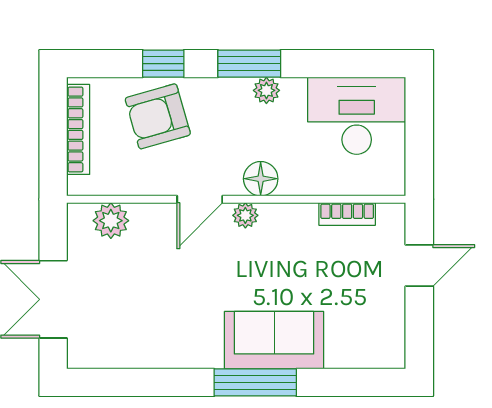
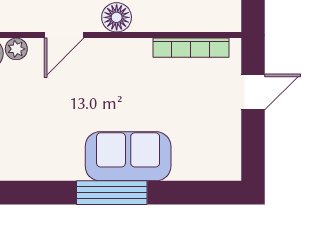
bookcase: (347, 214) -> (191, 48), width x1.56
plant: (245, 215) -> (16, 49), moved

